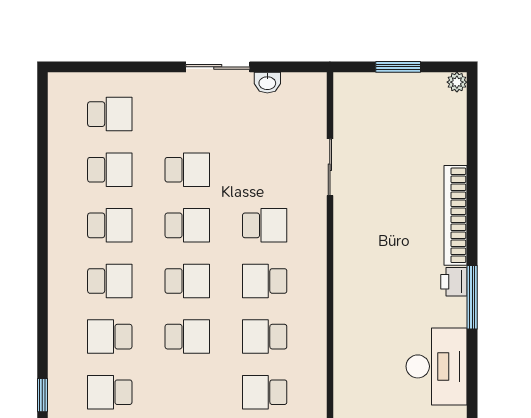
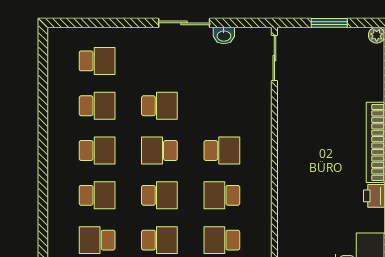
sliding door: (330, 167) -> (274, 58), moved
school desk: (187, 225) -> (159, 151), turned 180

